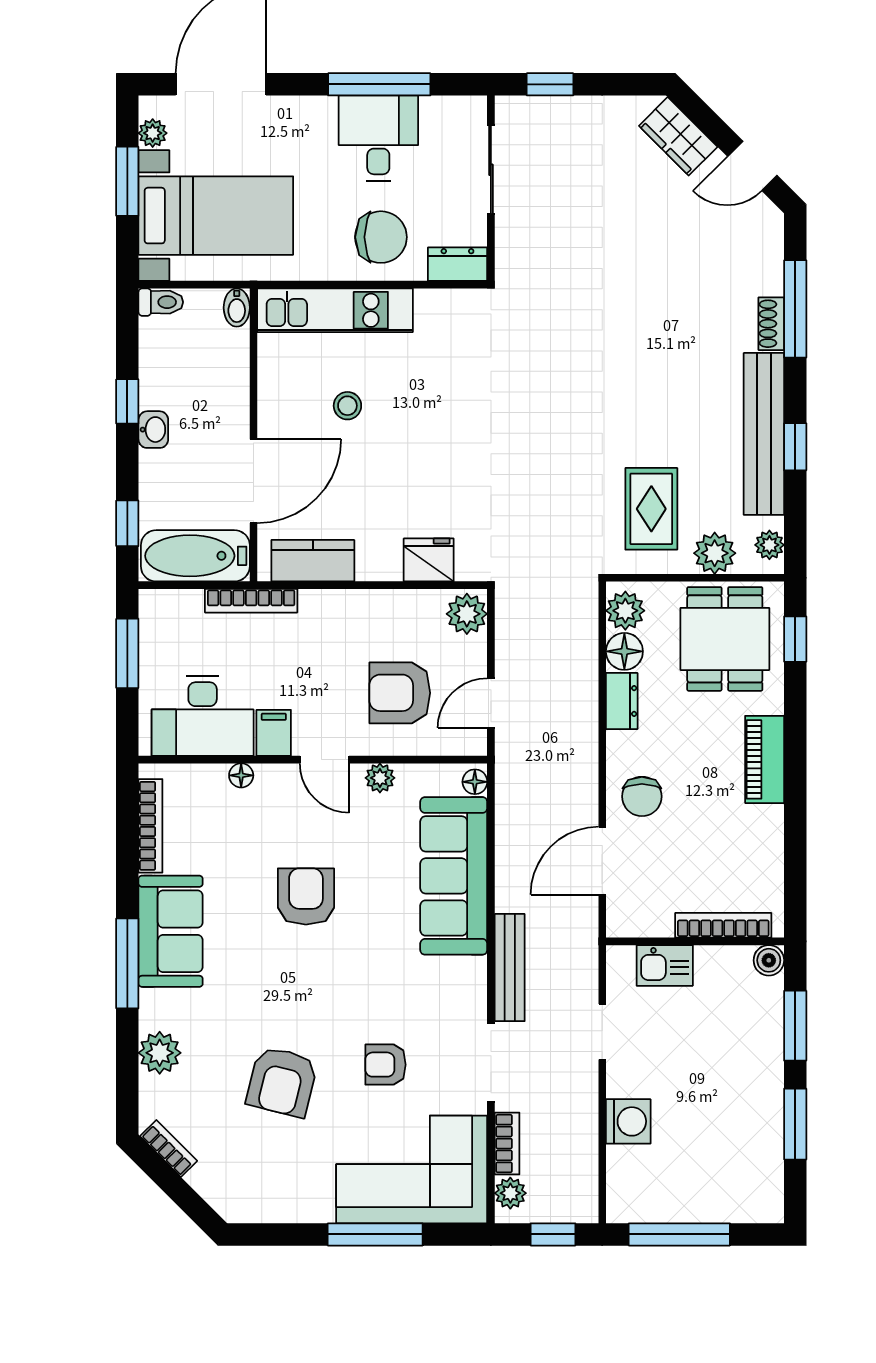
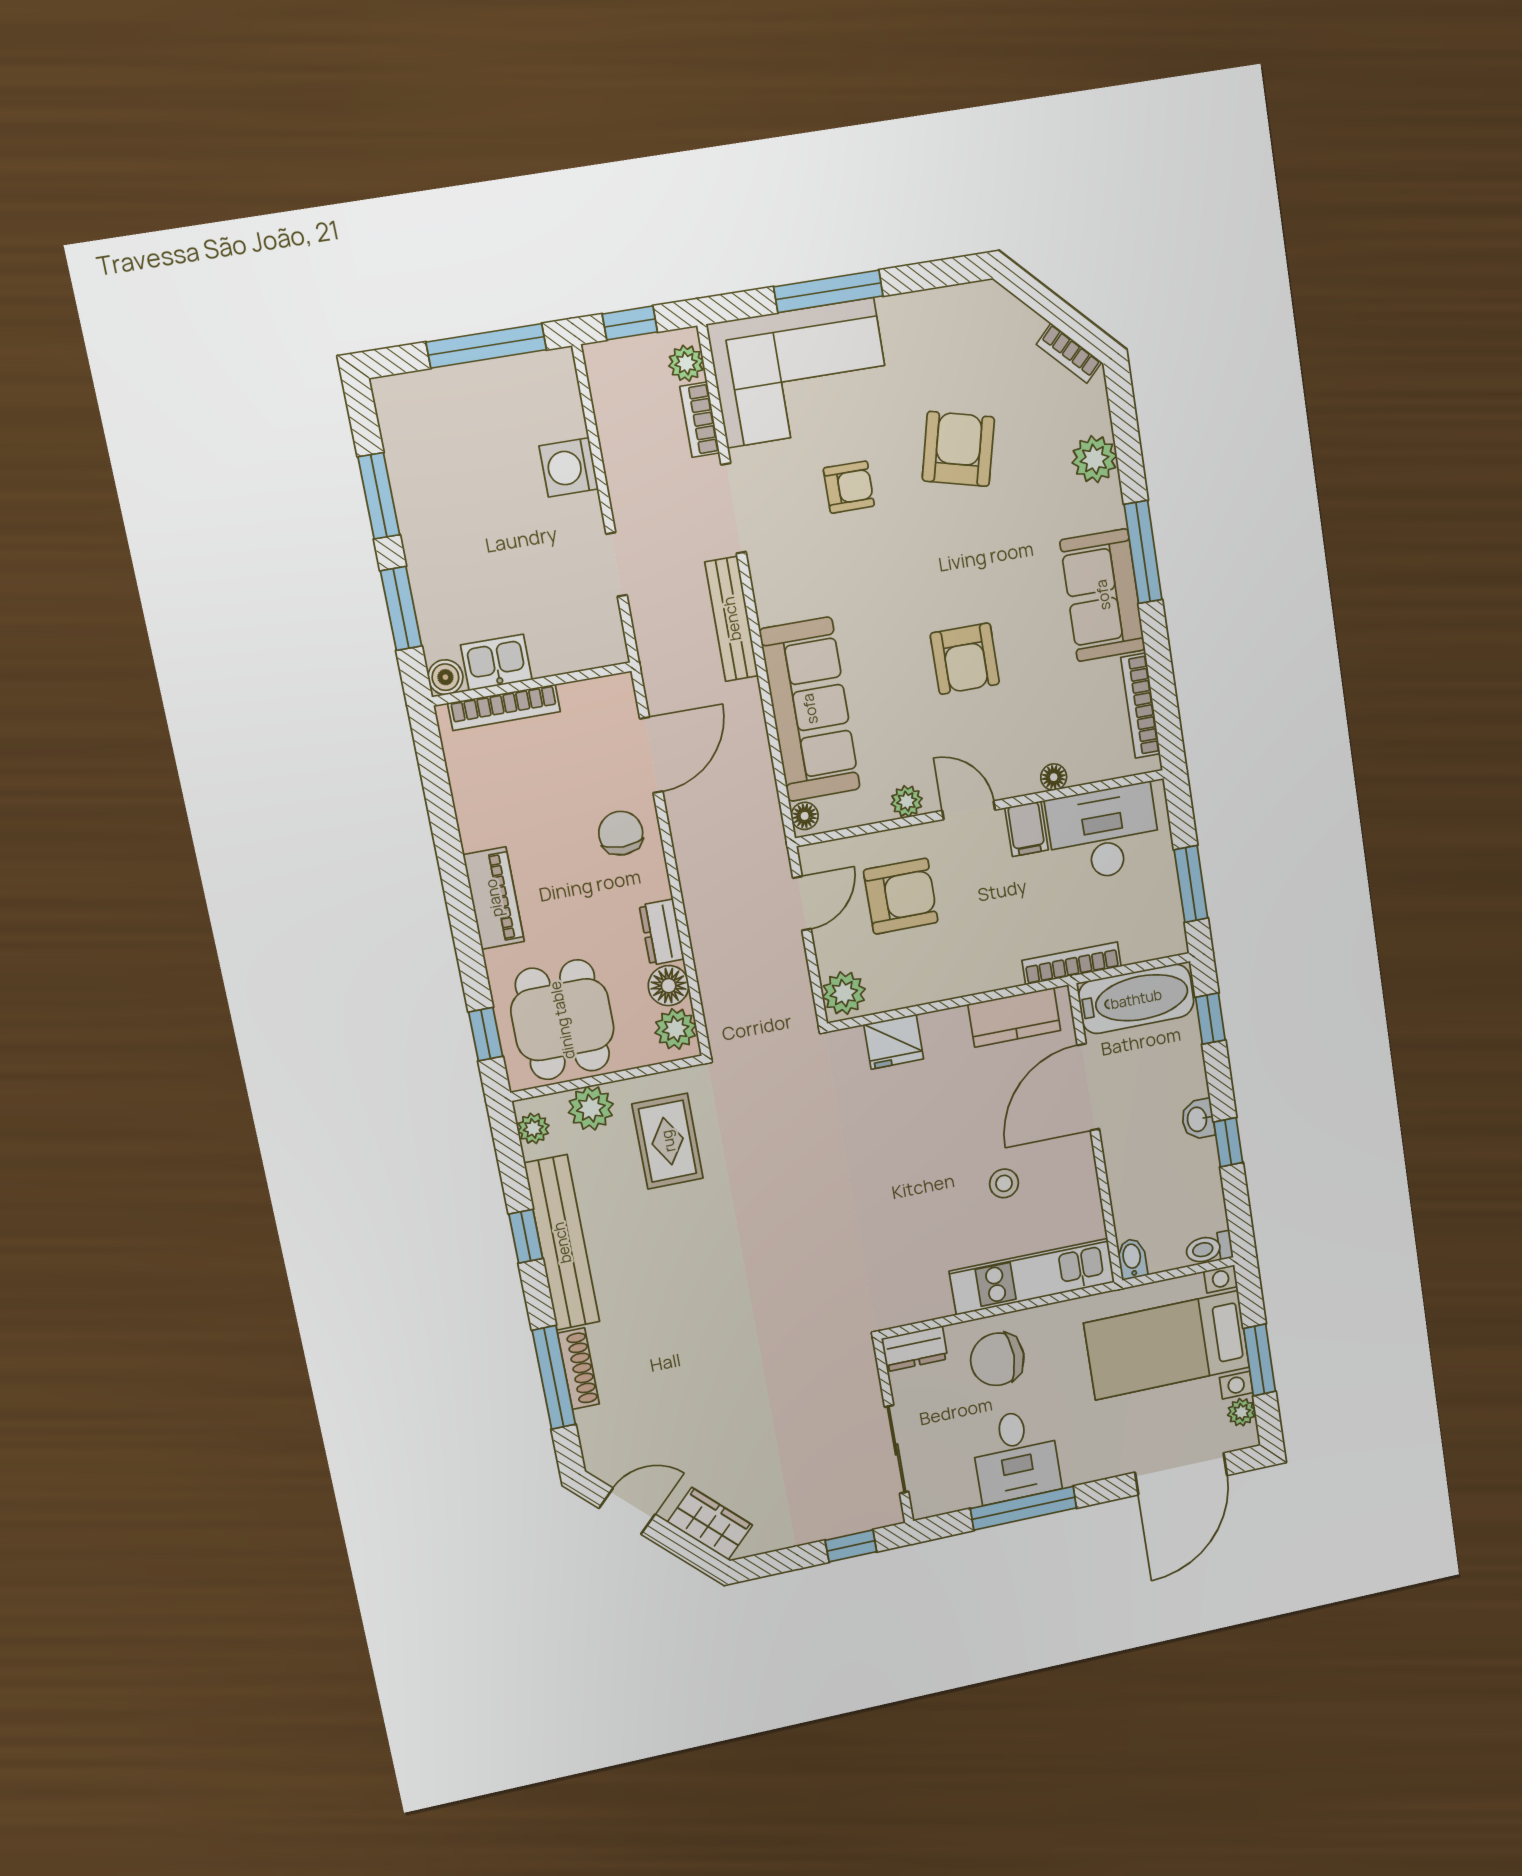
shoe rack: (771, 324) -> (578, 1369), width x1.43
kitchen sink: (665, 965) -> (496, 662), moved

